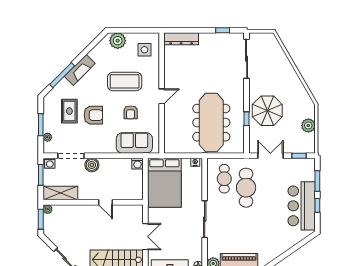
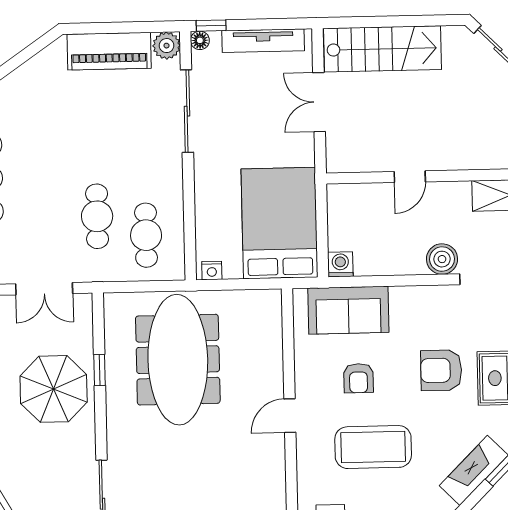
armchair: (131, 112) -> (358, 378), turned 180
cafe table: (246, 188) -> (97, 216), width x0.73, depth x0.74
door: (105, 202) -> (410, 177), swing flipped
sliding door: (205, 219) -> (187, 111), moved

